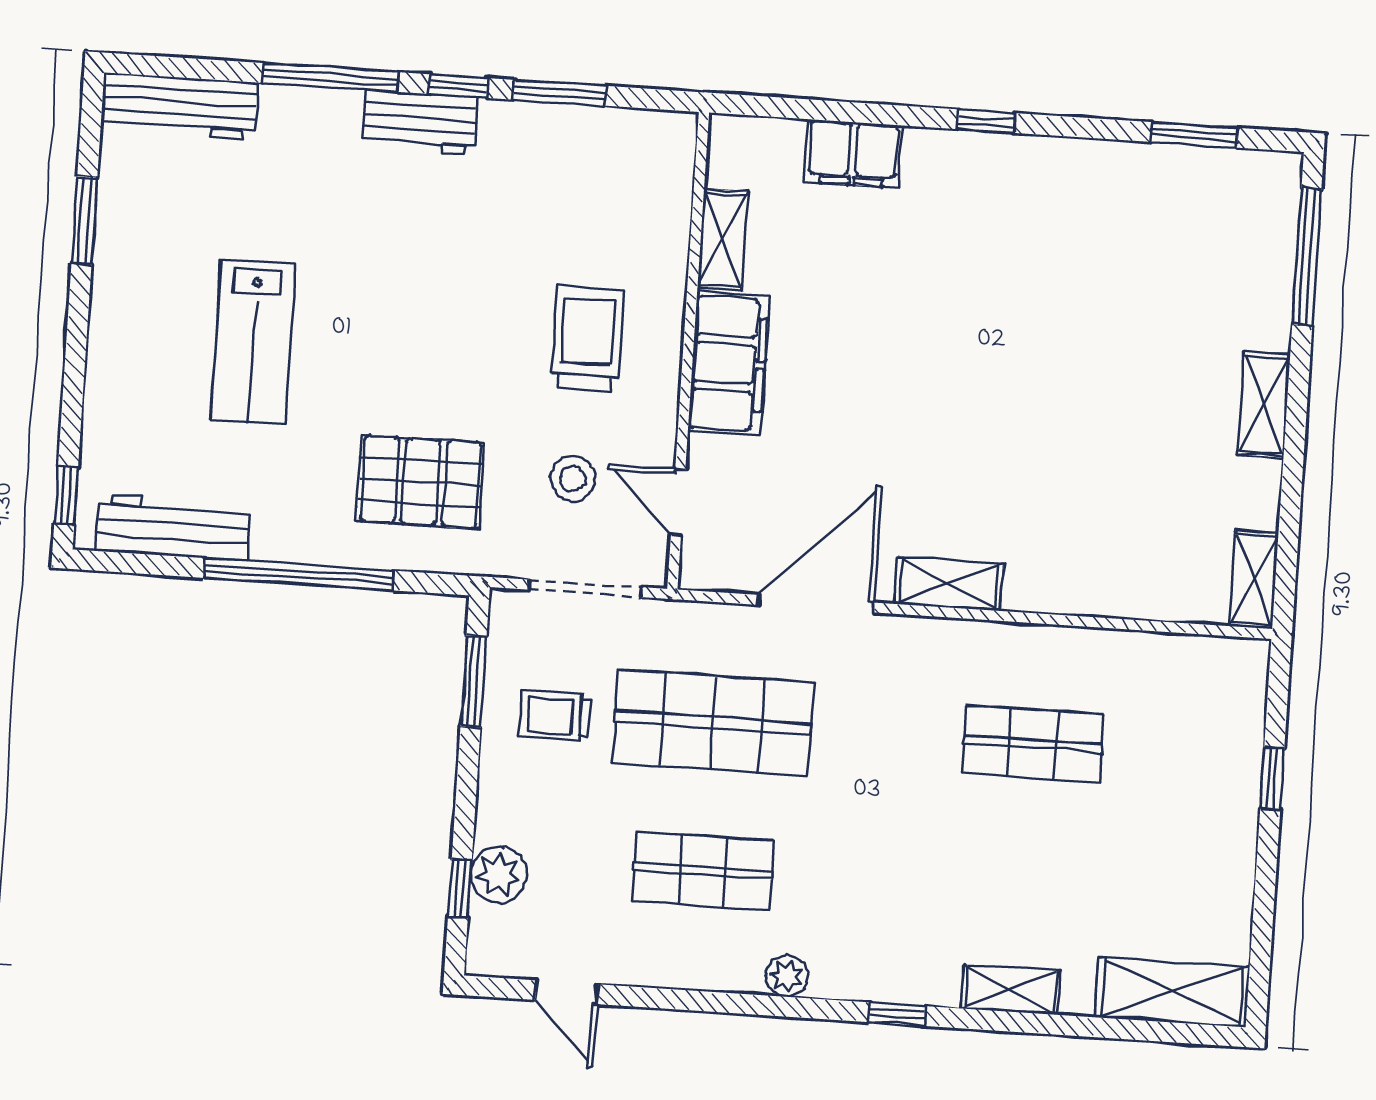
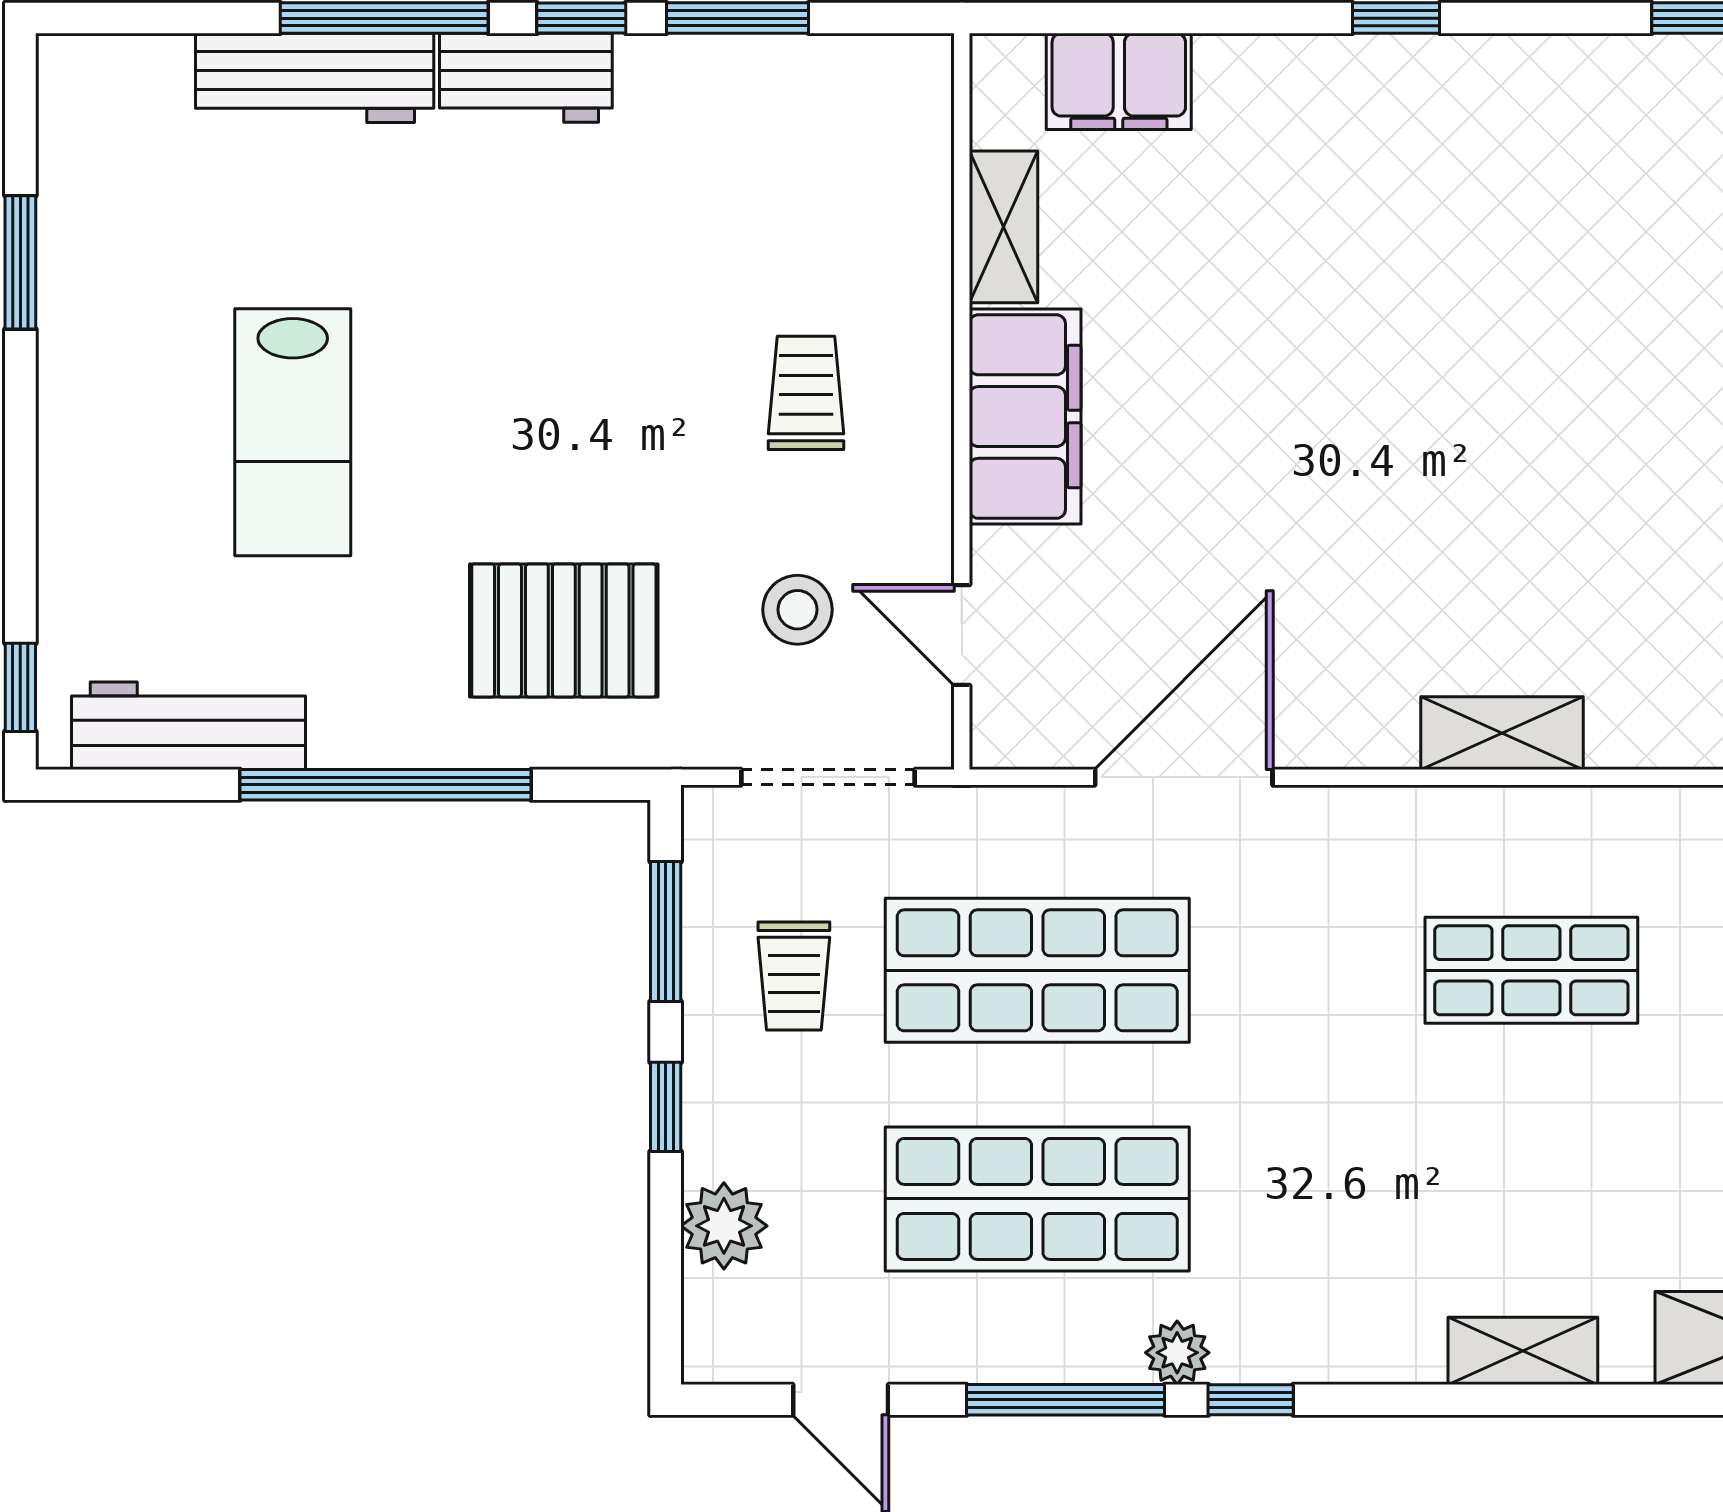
workbench: (179, 106) -> (315, 78), moved
filing cabinet: (853, 154) -> (1119, 81), moved
trolley: (588, 339) -> (806, 393), width x0.73, depth x0.72
shelving: (949, 584) -> (1502, 733), moved
trolley: (555, 716) -> (794, 976), turned -90
shop shelf: (703, 871) -> (1037, 1199), width x1.43, depth x1.36
window: (460, 888) -> (666, 1107), moved
window: (712, 1002) -> (1065, 1400), added
window: (897, 1014) -> (1251, 1400), moved

